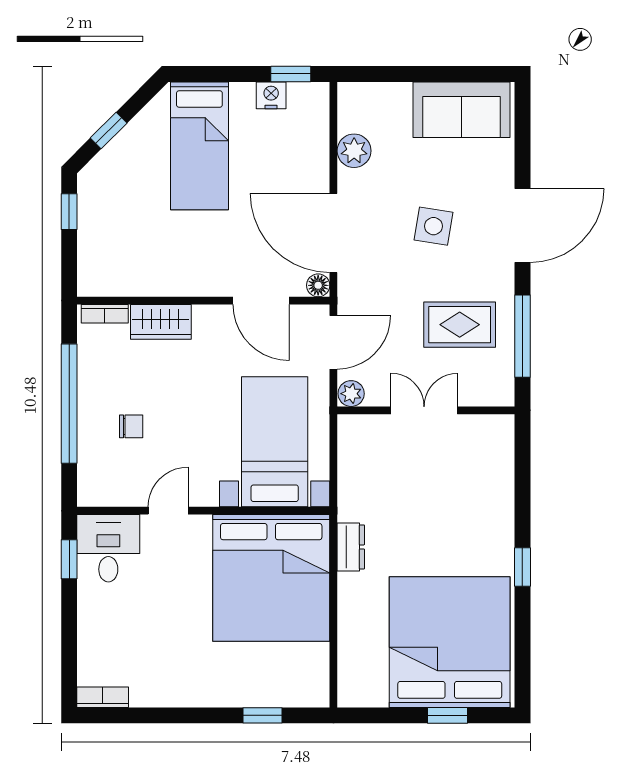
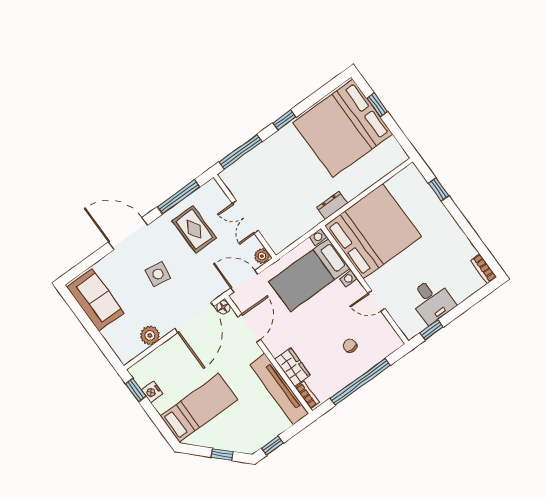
tv unit: (143, 280) -> (279, 389), added
window: (522, 472) -> (241, 152), added
desk: (108, 548) -> (432, 301), moved, turned -90

